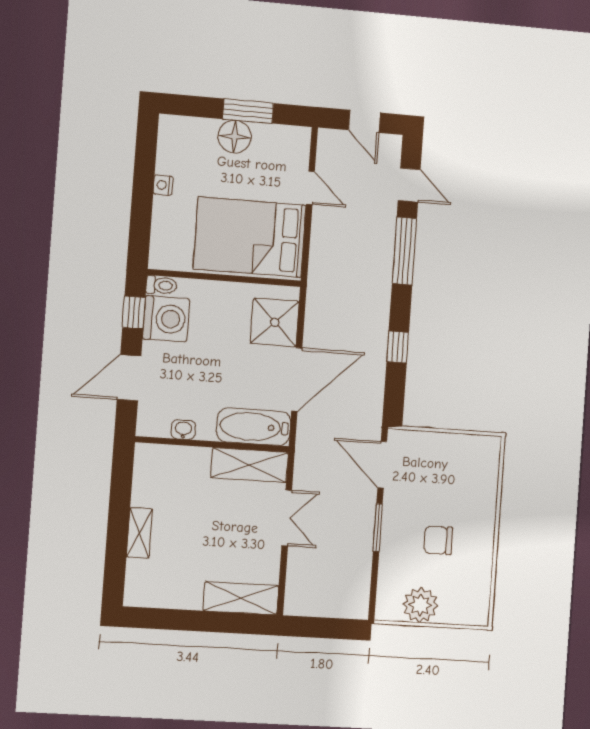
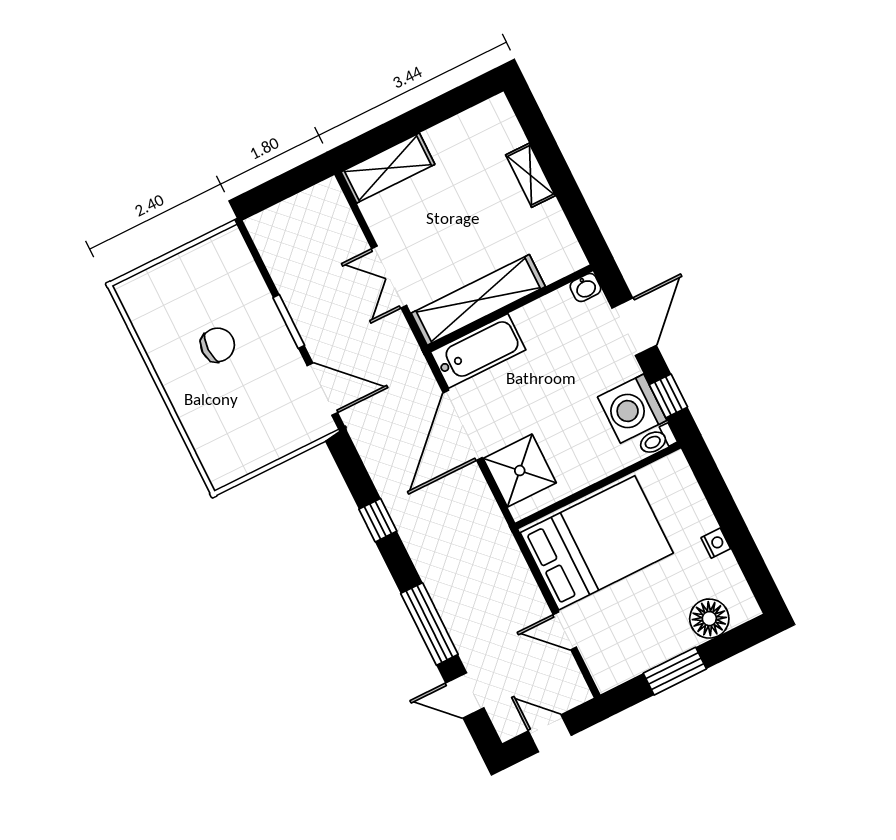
floor lamp: (235, 137) -> (709, 619), moved
washbasin: (183, 430) -> (585, 287), moved
shelving: (250, 465) -> (478, 300), width x1.47
plant: (420, 605) -> (197, 267), removed

